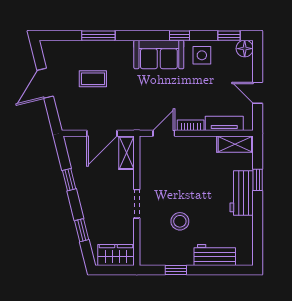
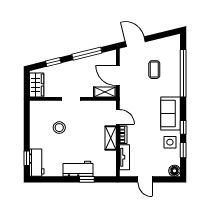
window: (98, 36) -> (183, 73), width x2.11
window: (229, 36) -> (183, 150), moved
door: (45, 83) -> (135, 42), moved
door: (258, 93) -> (145, 179), swing flipped
shelving: (235, 144) -> (111, 138), moved
window: (69, 180) -> (87, 54), width x2.17
workbench: (215, 255) -> (37, 163), moved
window: (176, 270) -> (27, 158), moved

